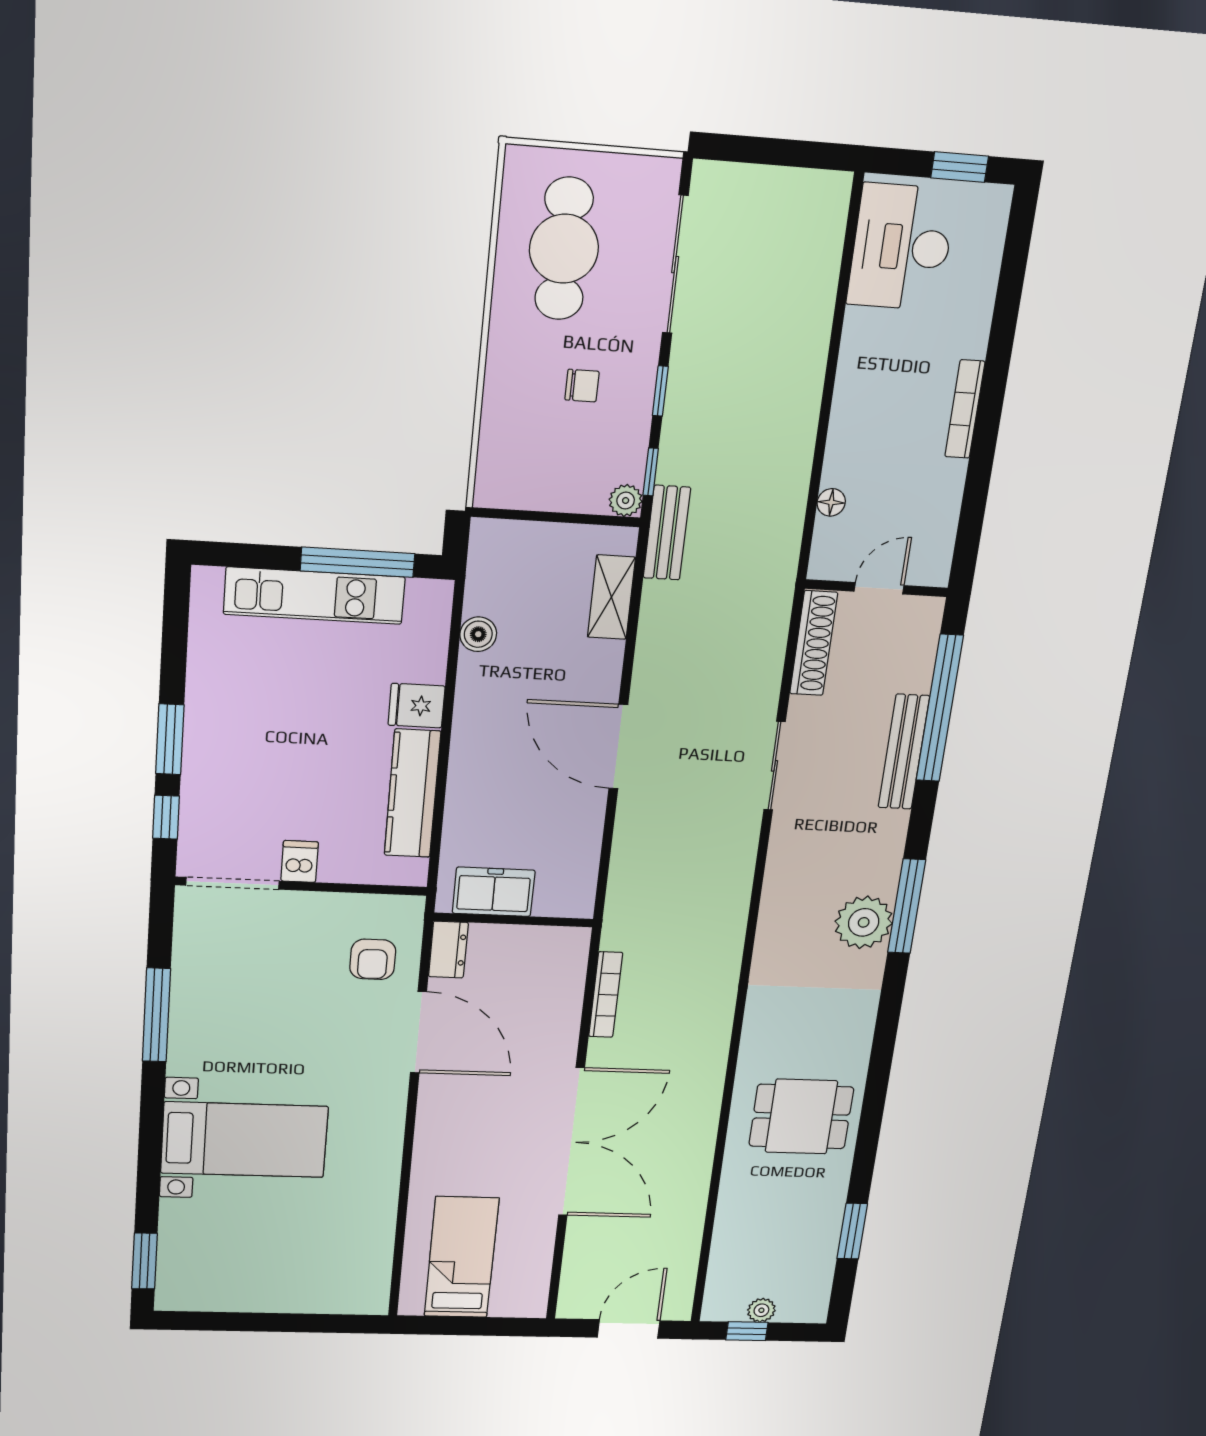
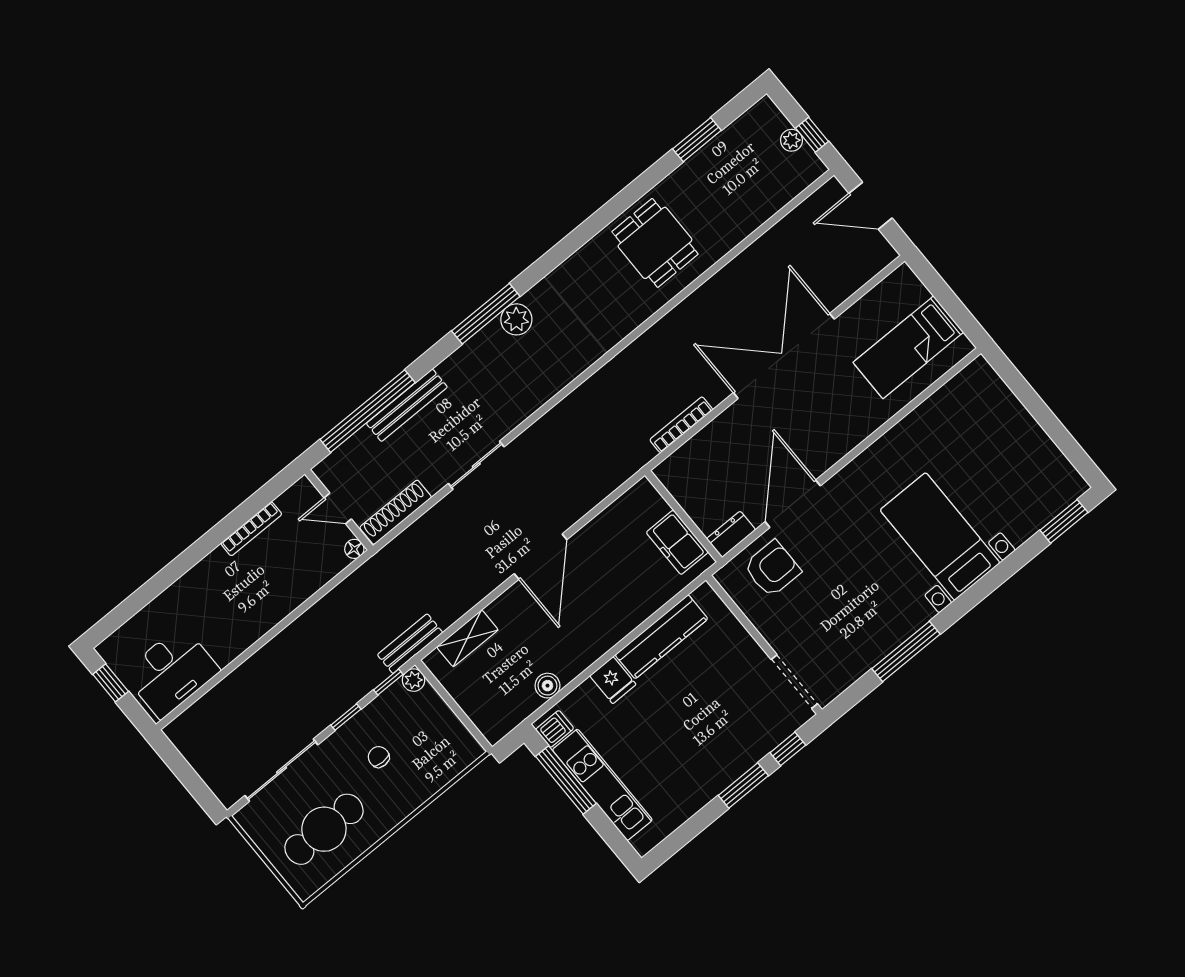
bookcase: (965, 409) -> (251, 529), moved
floor lamp: (831, 502) -> (354, 549), moved
dishwasher: (300, 861) -> (555, 729), moved, turned 180
plant: (864, 922) -> (516, 319), width x0.73, depth x0.73
armchair: (373, 959) -> (772, 569), width x1.38, depth x1.38

